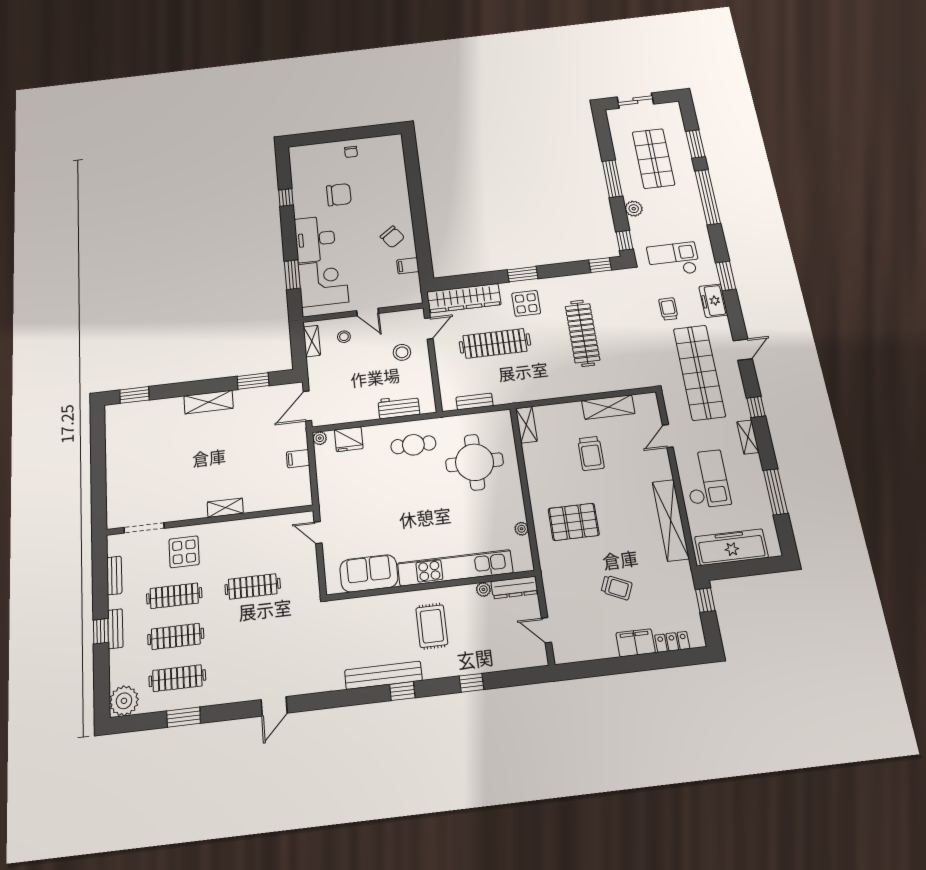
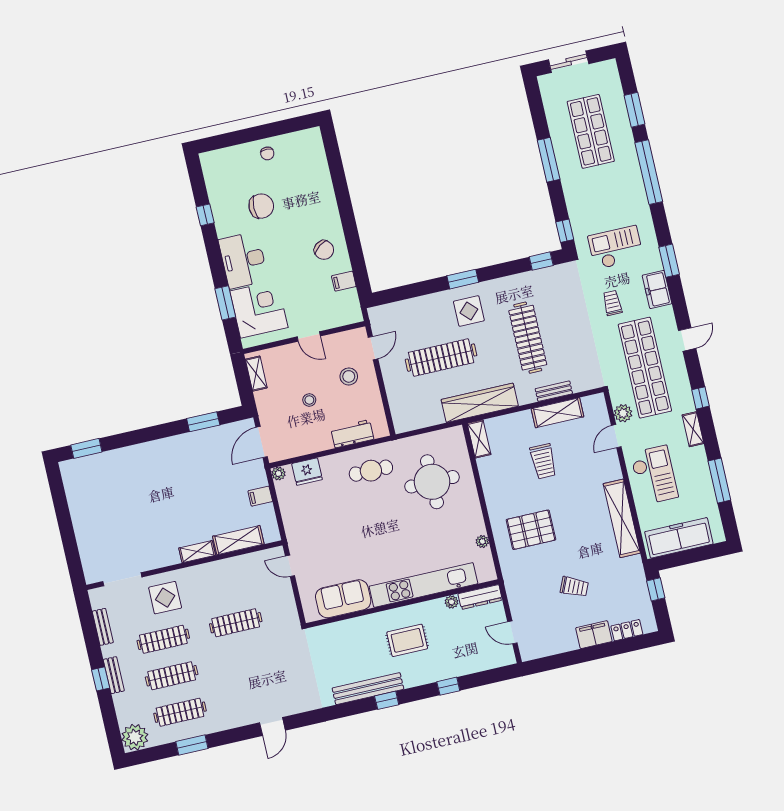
plant: (634, 209) -> (623, 413), moved
wardrobe: (464, 298) -> (480, 403), moved, turned 180
stool: (344, 337) -> (309, 400), moved
bench: (475, 401) -> (554, 391), moved
shelving: (209, 402) -> (238, 540), moved
rug: (432, 626) -> (407, 640), turned 90

